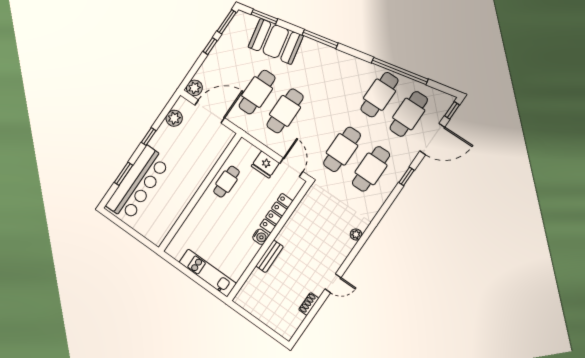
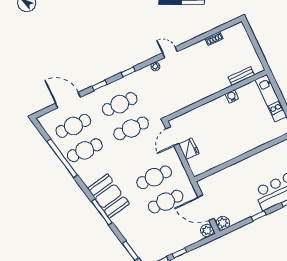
booth: (276, 41) -> (108, 196), moved
window: (452, 110) -> (128, 72), moved
plant: (174, 118) -> (223, 223), moved
cafe table: (226, 182) -> (222, 153), removed
locker: (276, 213) -> (200, 111), removed
water cooler: (261, 237) -> (232, 96), moved
bench: (270, 256) -> (241, 76), moved
door: (333, 283) -> (170, 52), moved

